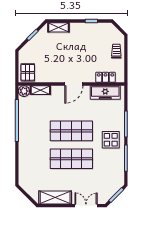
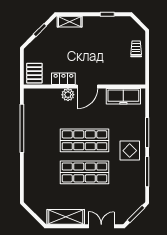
locker: (105, 77) -> (63, 79), moved
shelving: (40, 90) -> (49, 94), removed
plant: (24, 91) -> (68, 95), moved

